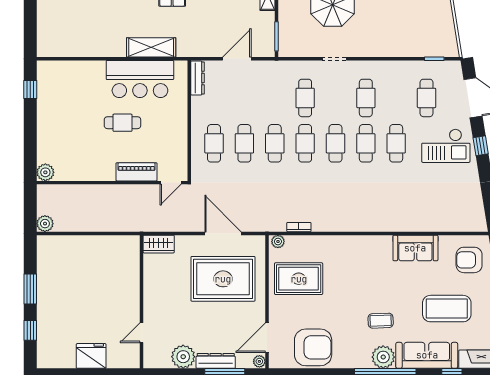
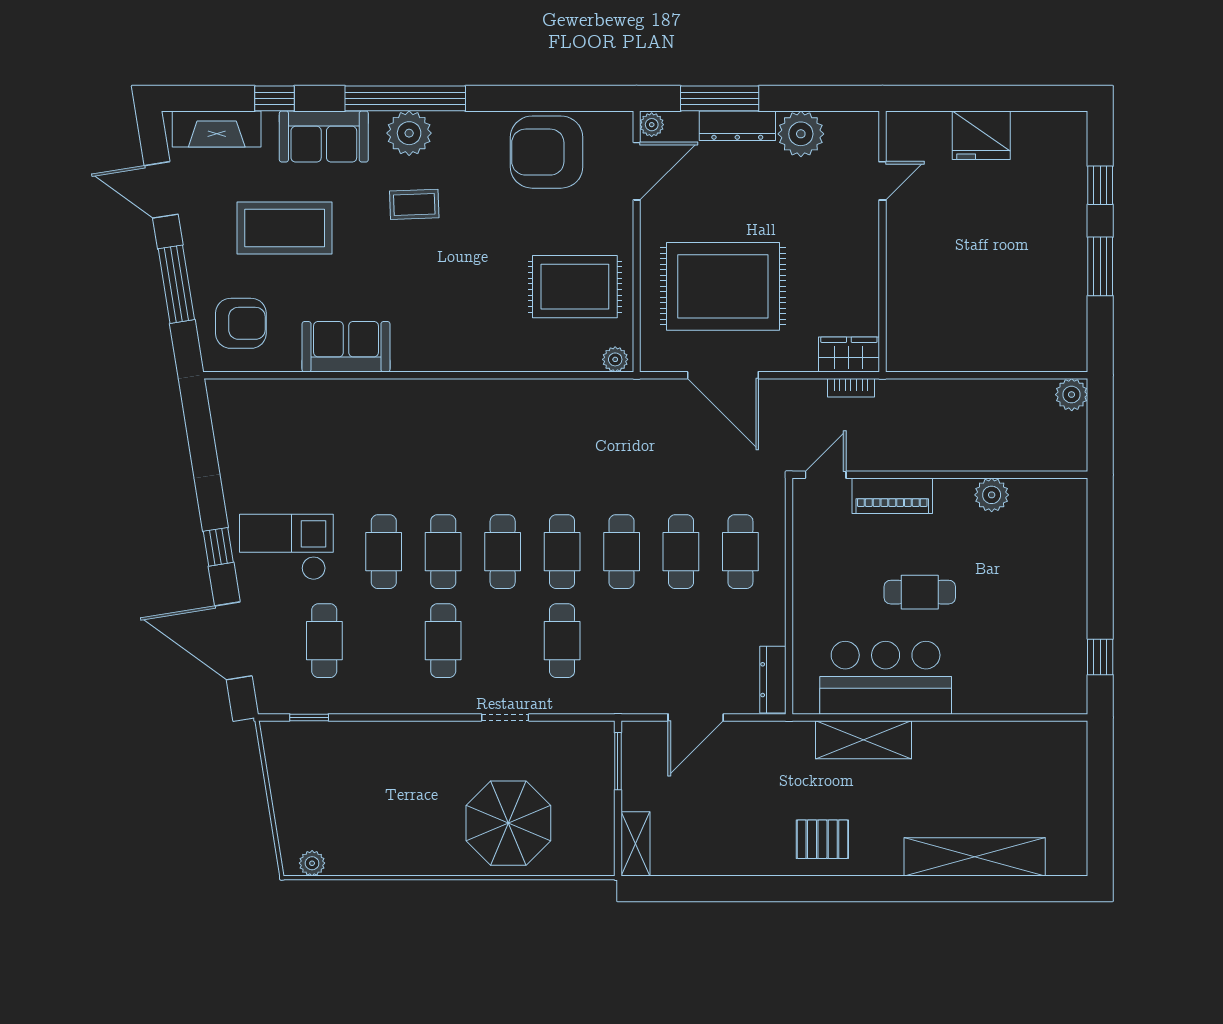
plant: (45, 172) -> (992, 495), moved
bookcase: (299, 227) -> (851, 388), moved
sofa: (427, 355) -> (324, 136), width x0.73

